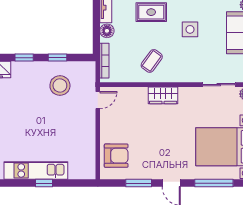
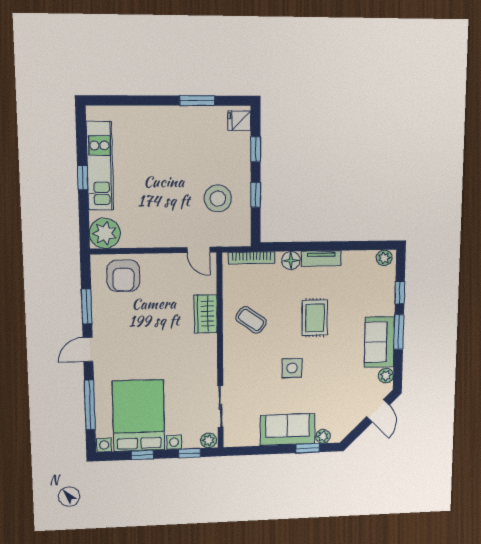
wardrobe: (163, 95) -> (206, 314), moved
plant: (85, 168) -> (105, 233), added

